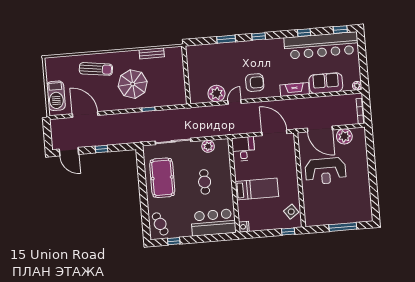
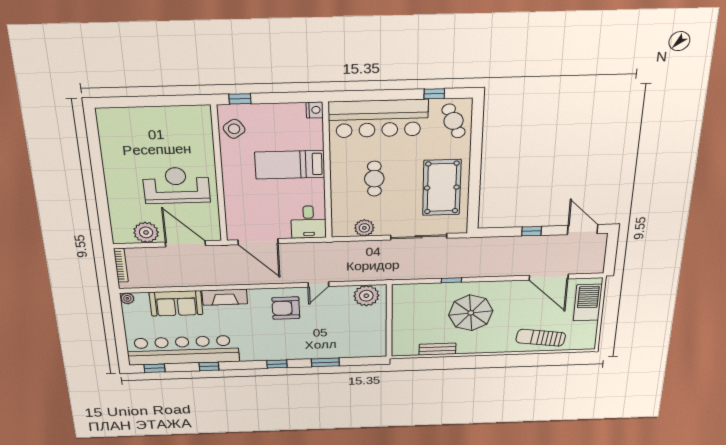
sun lounger: (96, 69) -> (541, 338), moved
plant: (216, 94) -> (366, 296), moved
bar counter: (213, 222) -> (378, 119), width x1.36
window: (343, 227) -> (146, 101), removed

